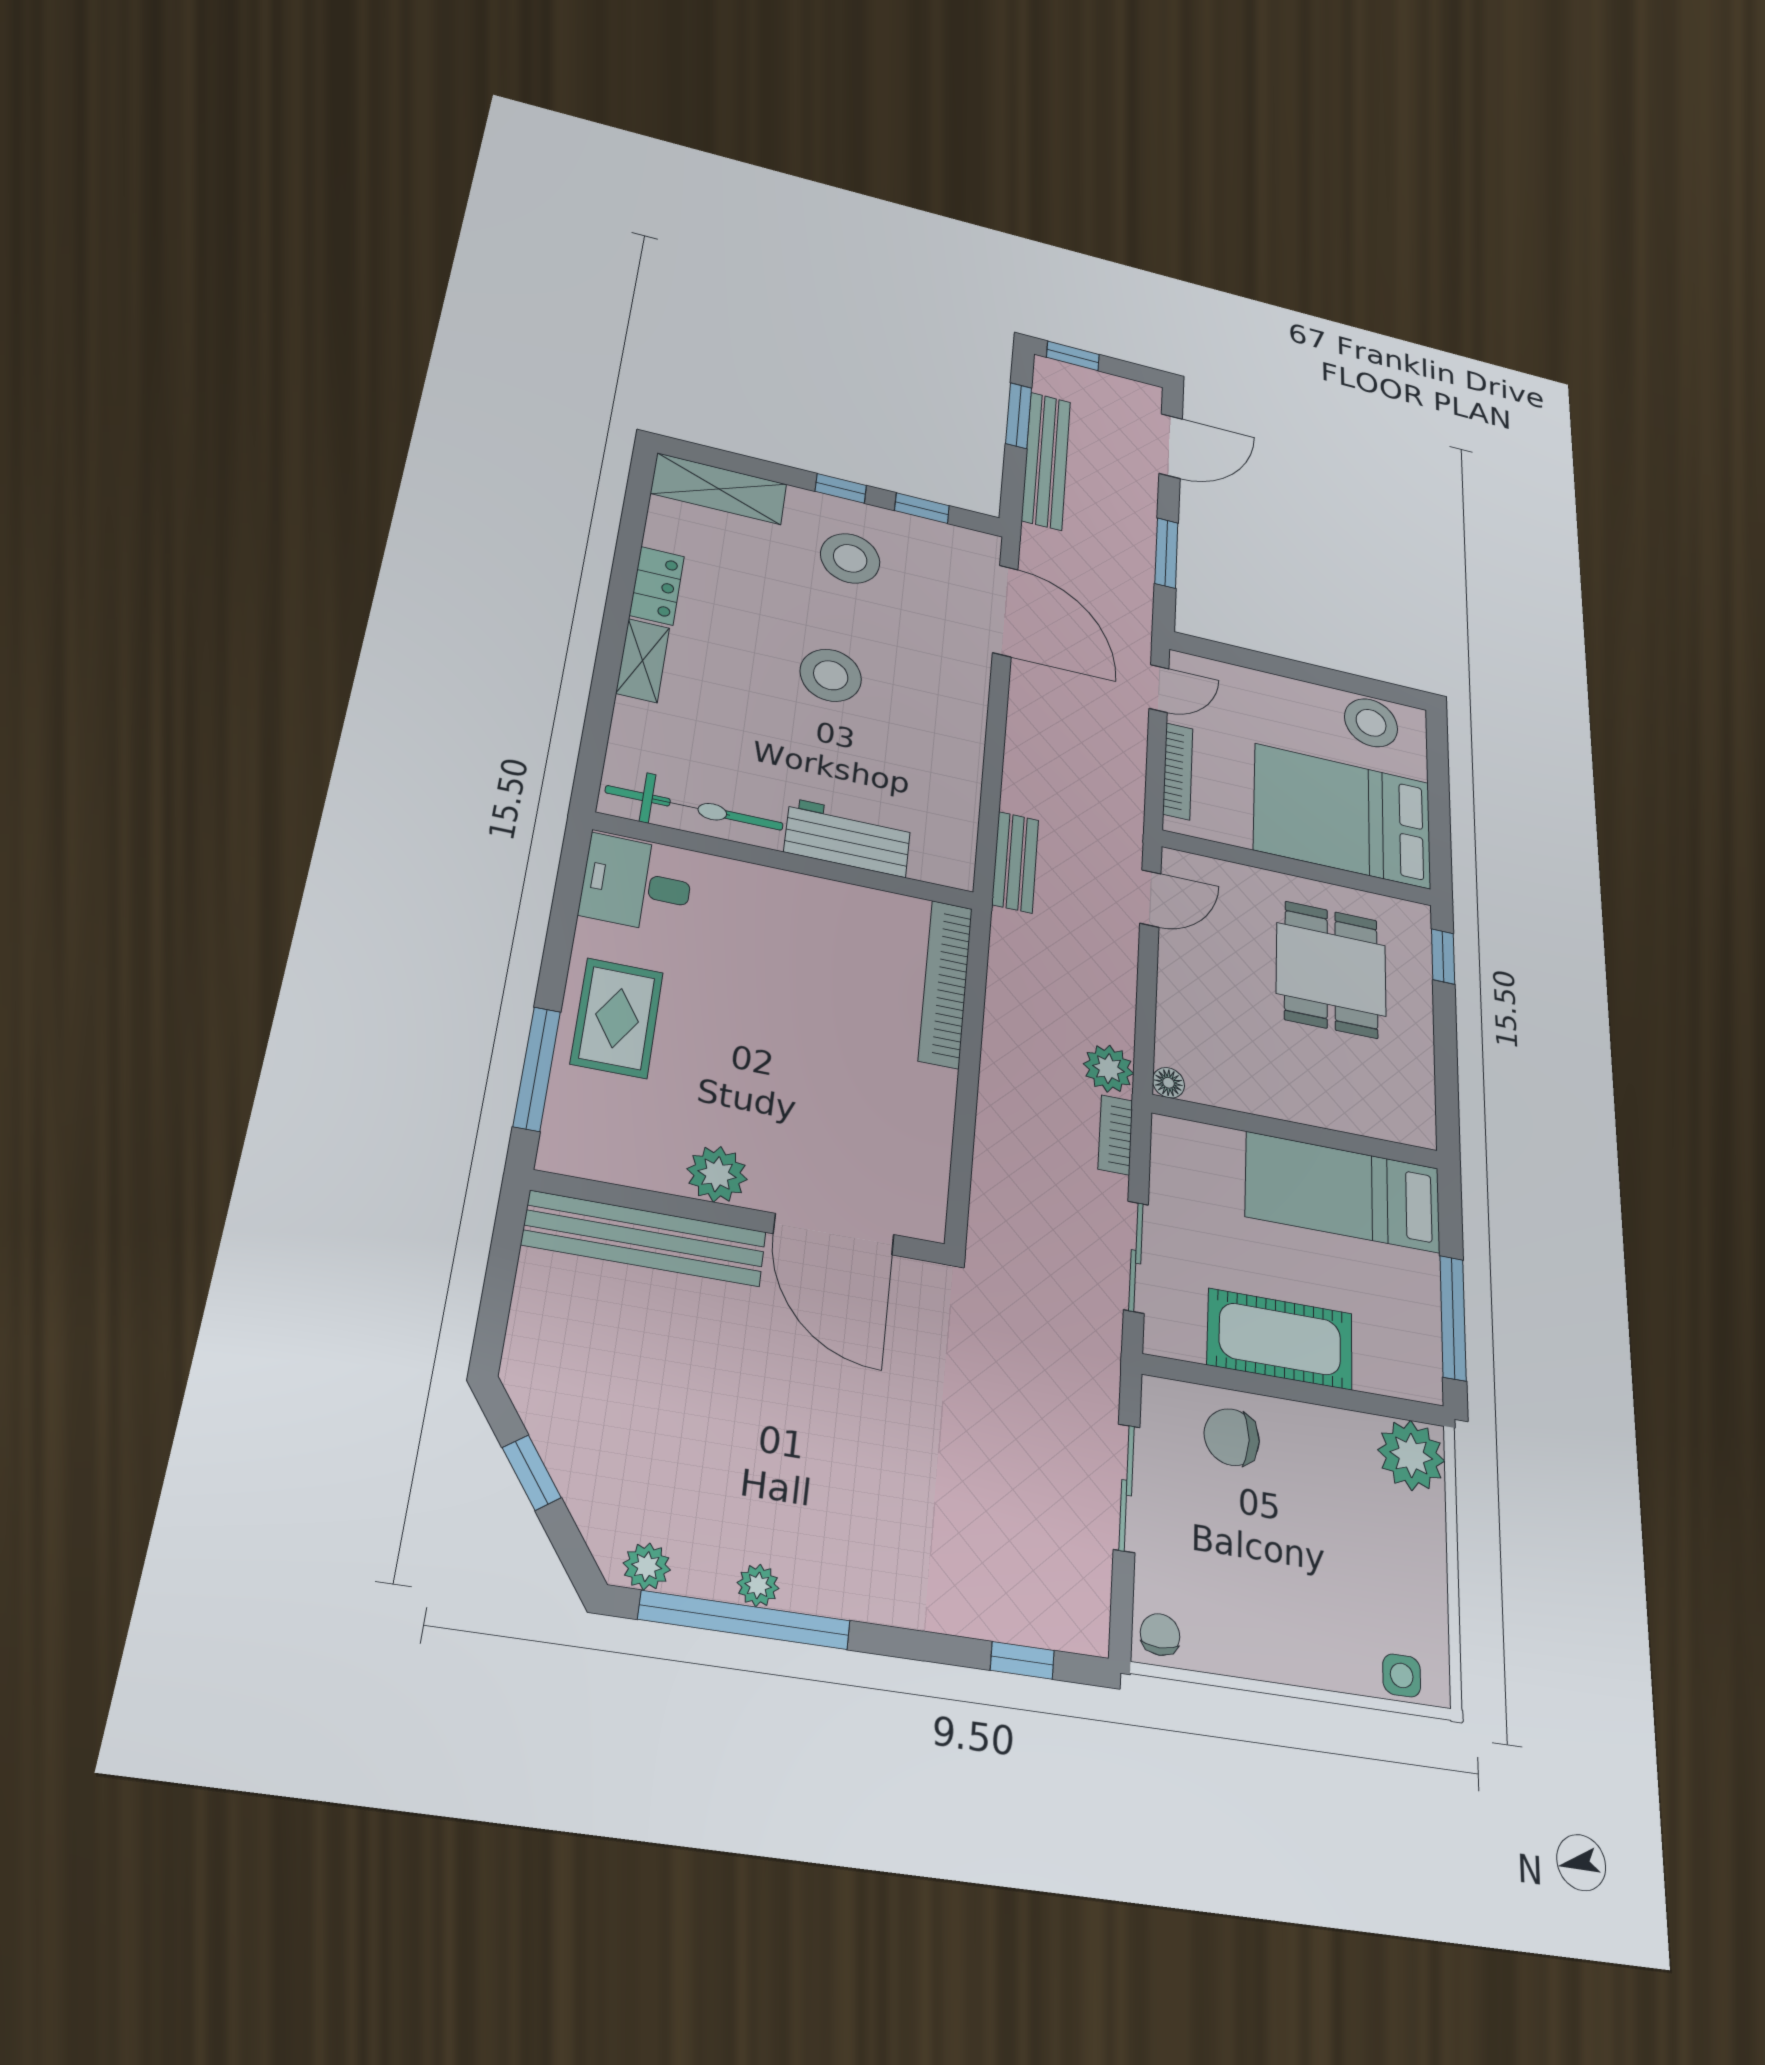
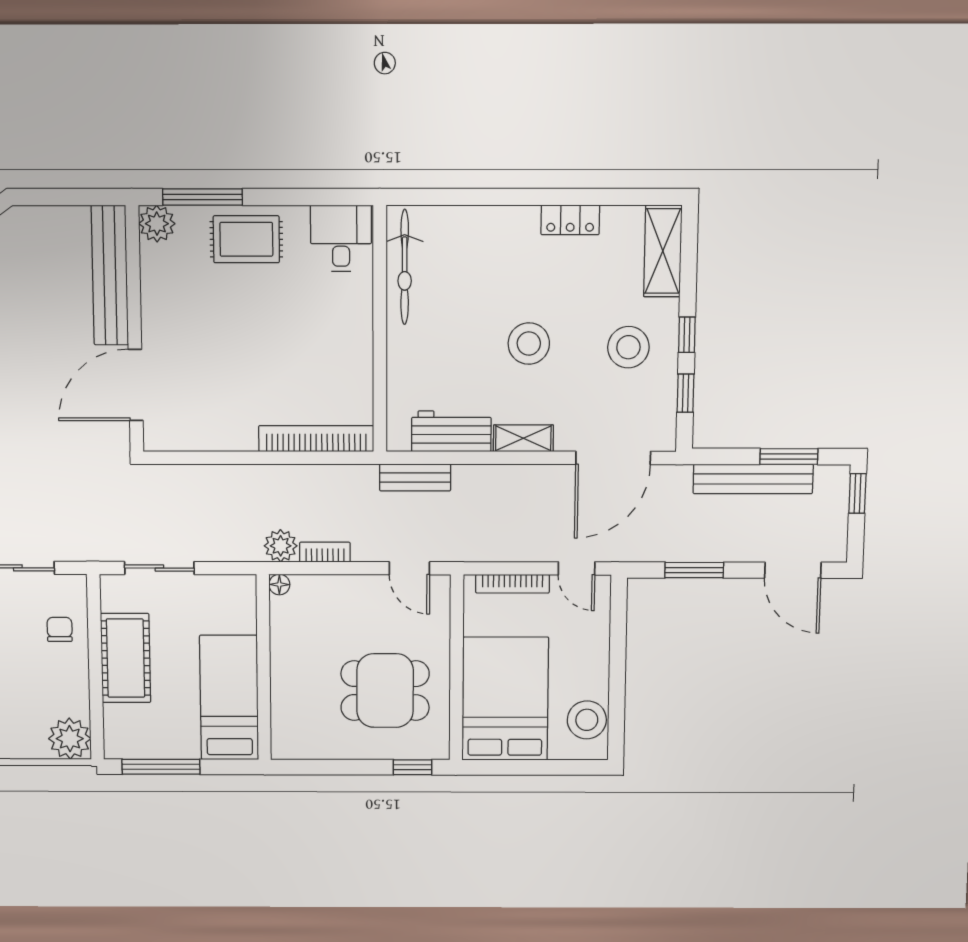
shelving: (643, 661) -> (523, 438), moved
workbench: (848, 838) -> (451, 431), moved, turned -90
bookcase: (1115, 1135) -> (325, 552), moved
plant: (717, 1174) -> (157, 224), moved
chair: (1232, 1437) -> (60, 629), width x0.73, depth x0.73

